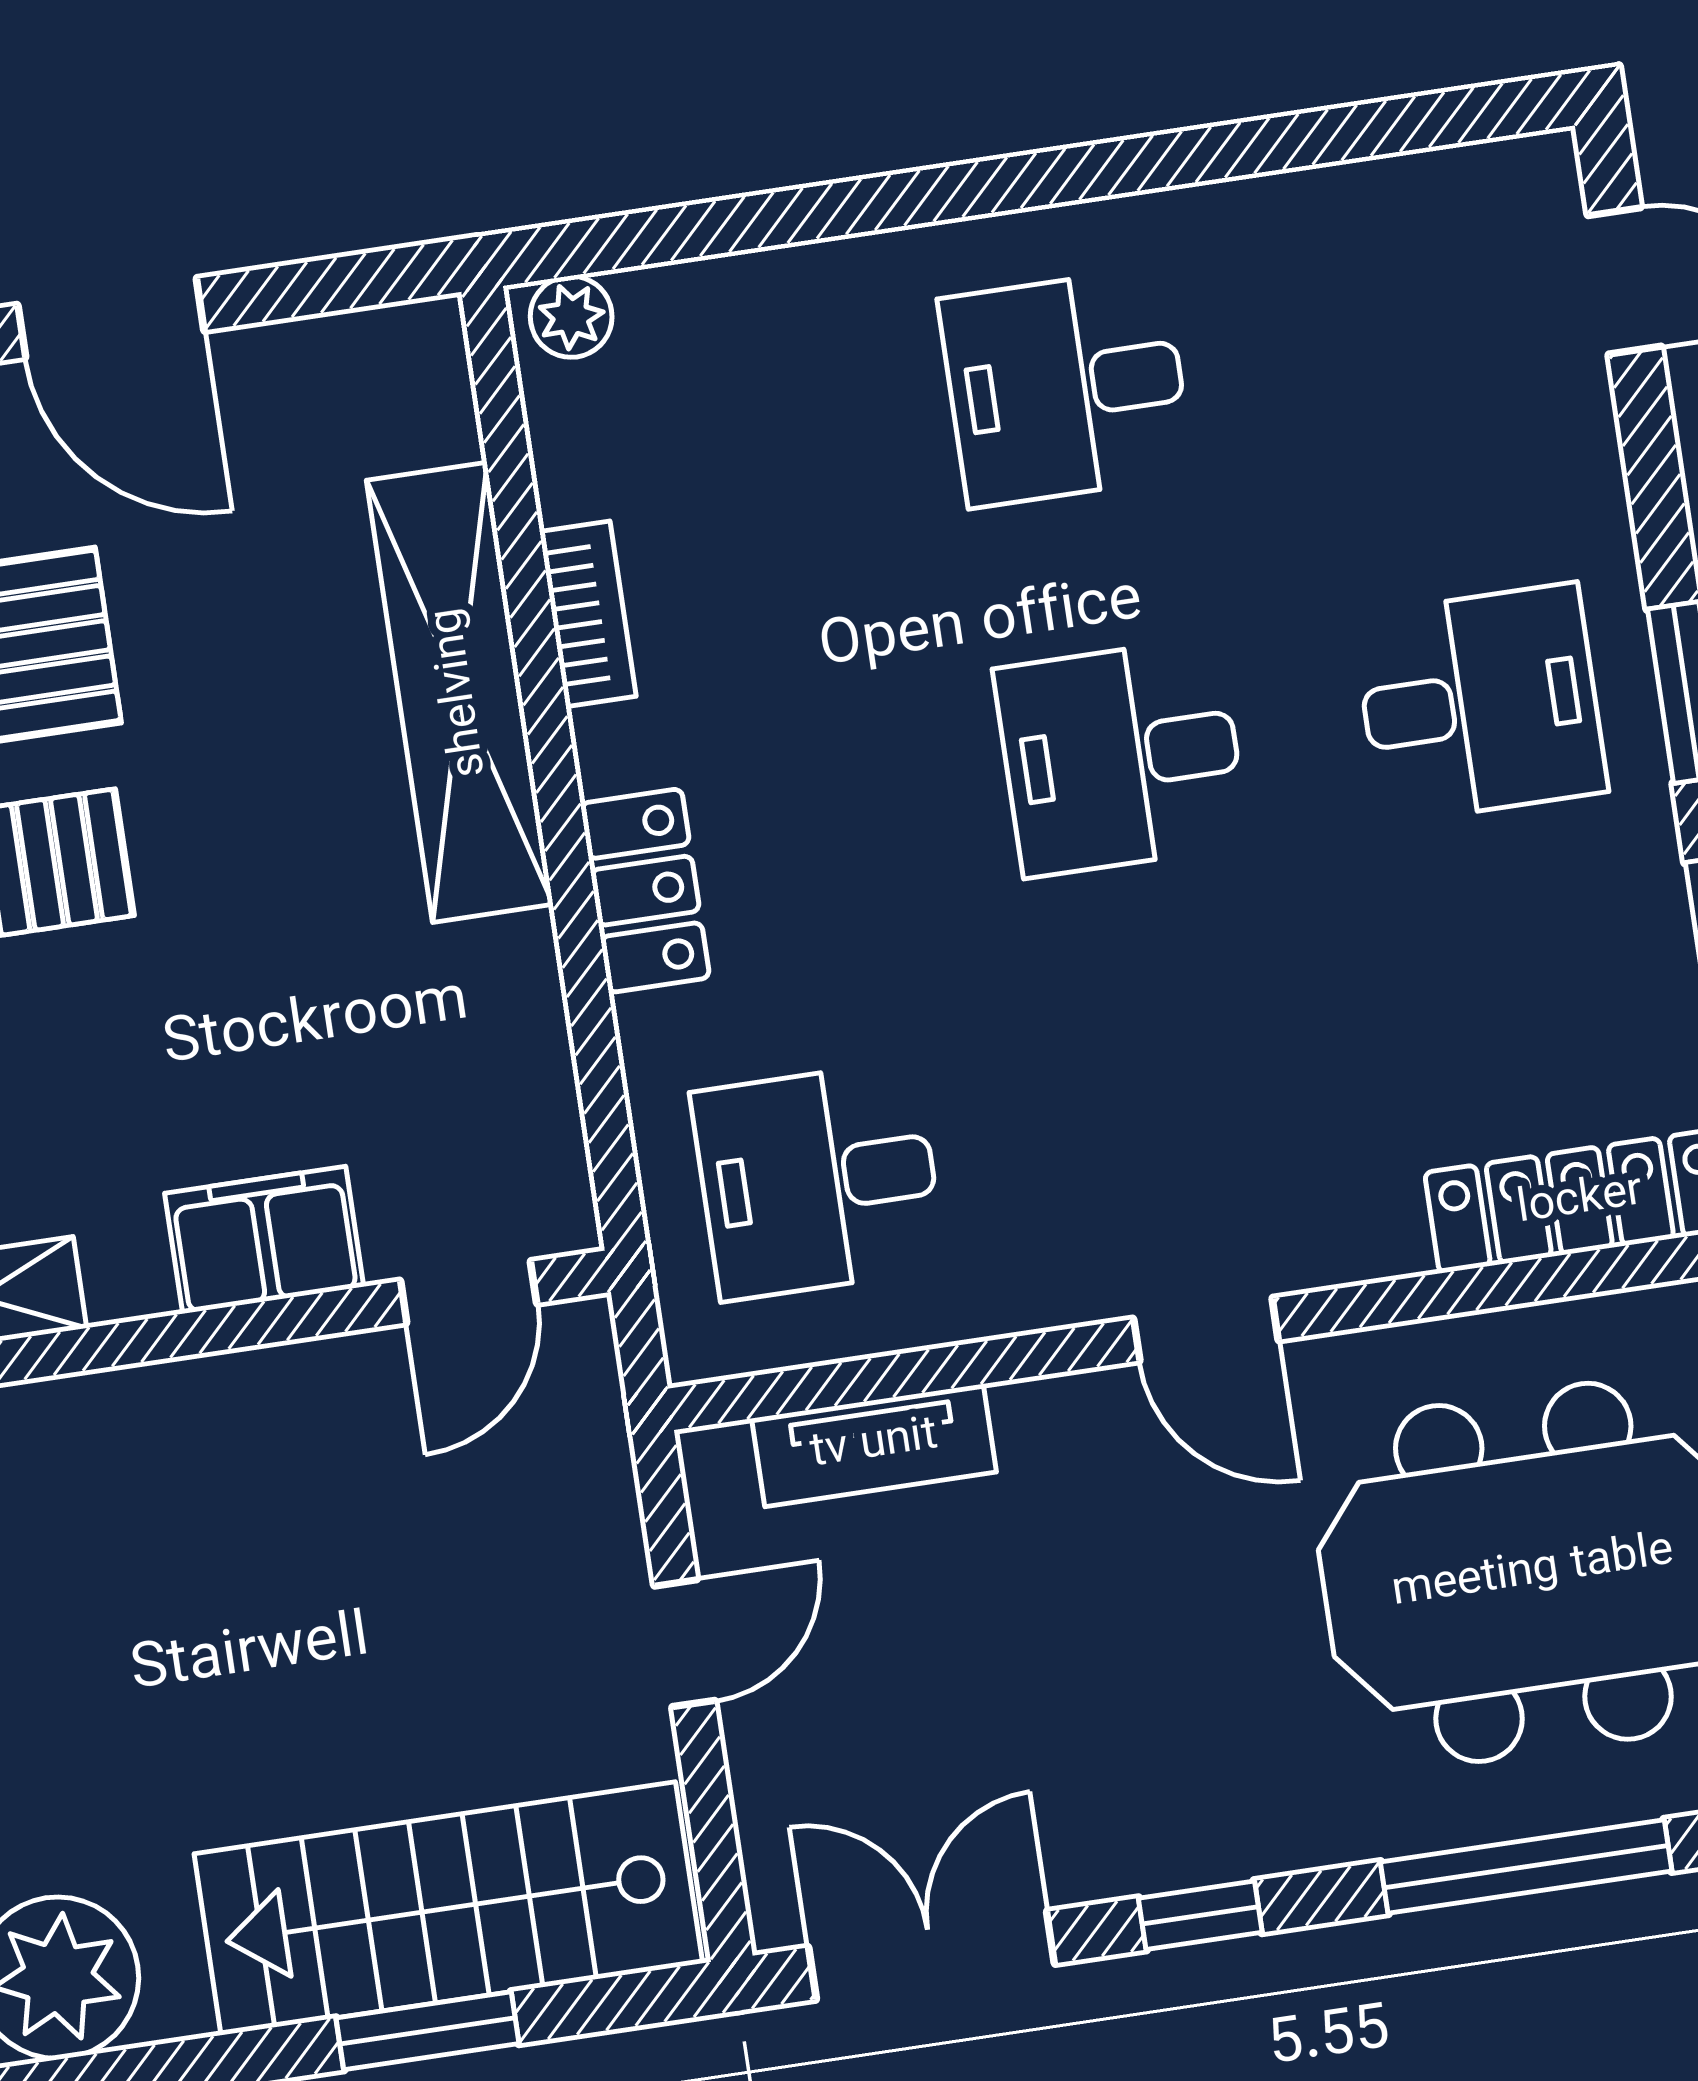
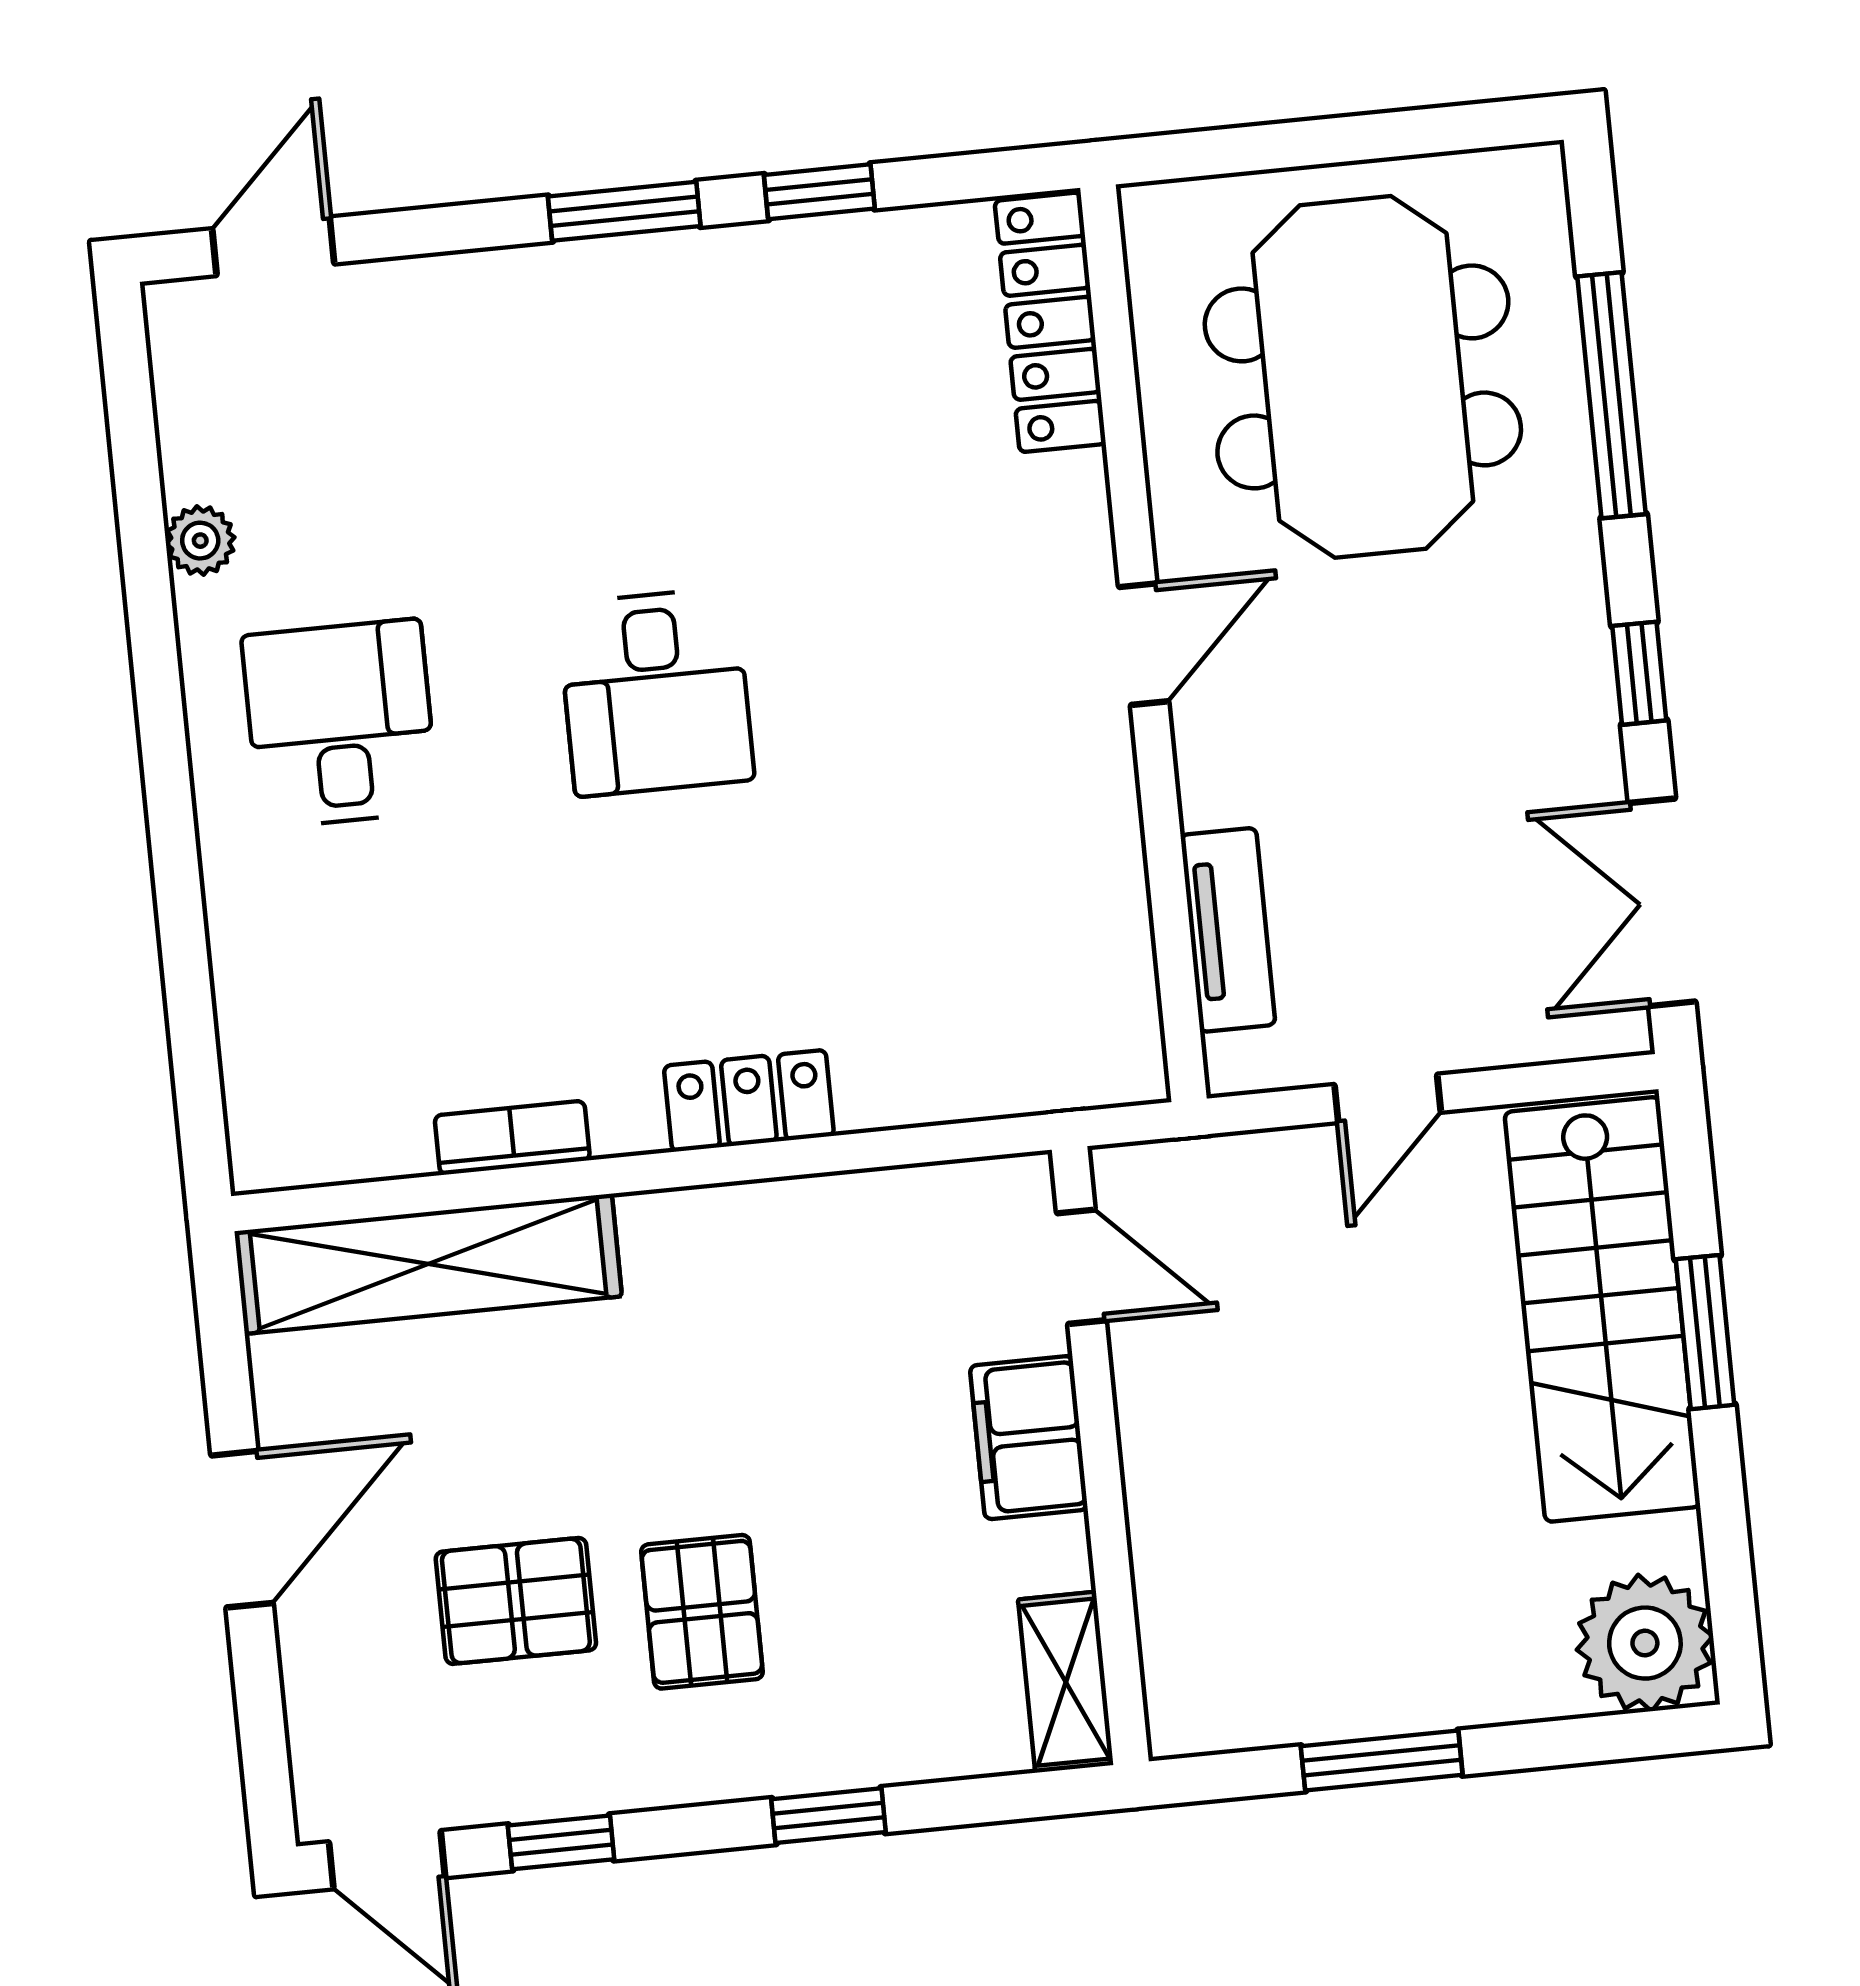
plant: (571, 317) -> (200, 541), moved
desk: (1066, 387) -> (340, 723), turned 180
shelving: (460, 692) -> (428, 1264), moved
desk: (1480, 704) -> (625, 386), removed
desk: (818, 1181) -> (1002, 966), removed
door: (685, 1643) -> (1388, 1098), swing flipped

